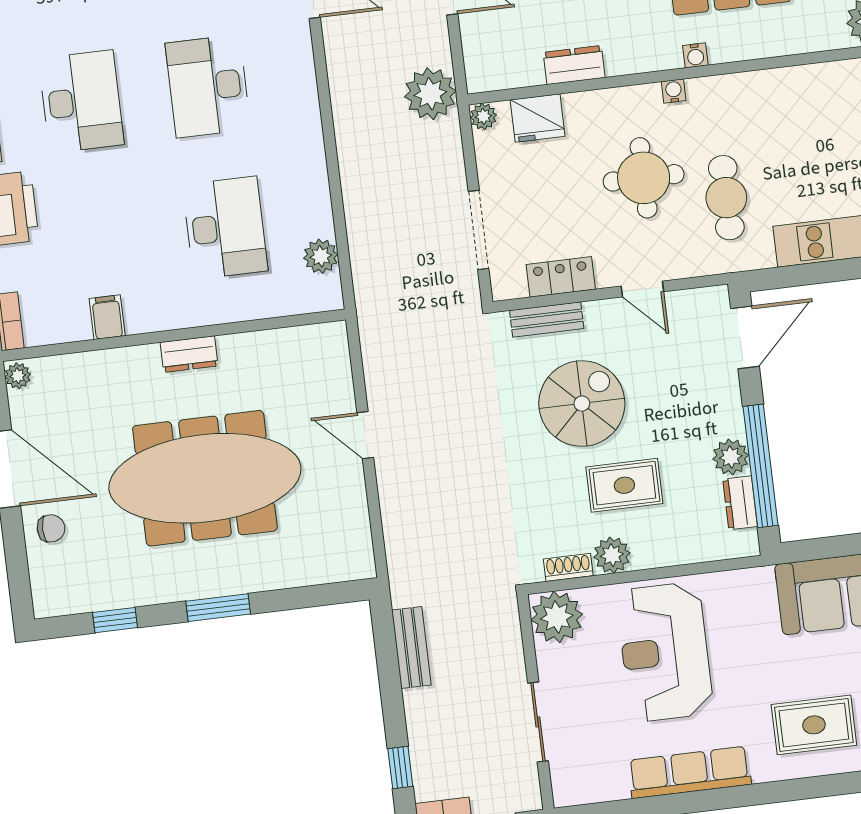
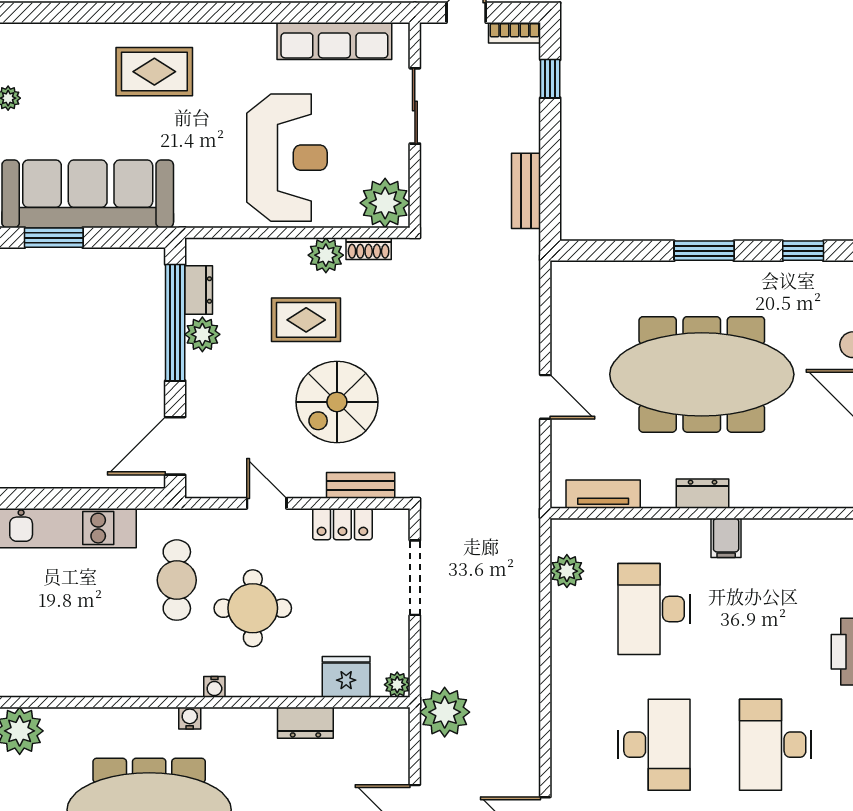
filing cabinet: (107, 317) -> (726, 538), moved
tv unit: (293, 341) -> (603, 494), added
row of seats: (690, 772) -> (334, 41), moved

